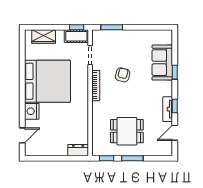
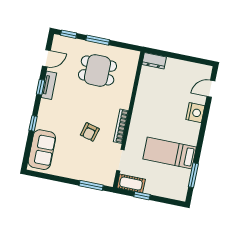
window: (77, 27) -> (142, 196), moved
wardrobe: (44, 37) -> (166, 190), removed
window: (22, 55) -> (193, 175), added
sofa: (162, 63) -> (42, 150), moved
bed: (47, 81) -> (170, 153), width x0.49
window: (107, 158) -> (69, 34), moved

